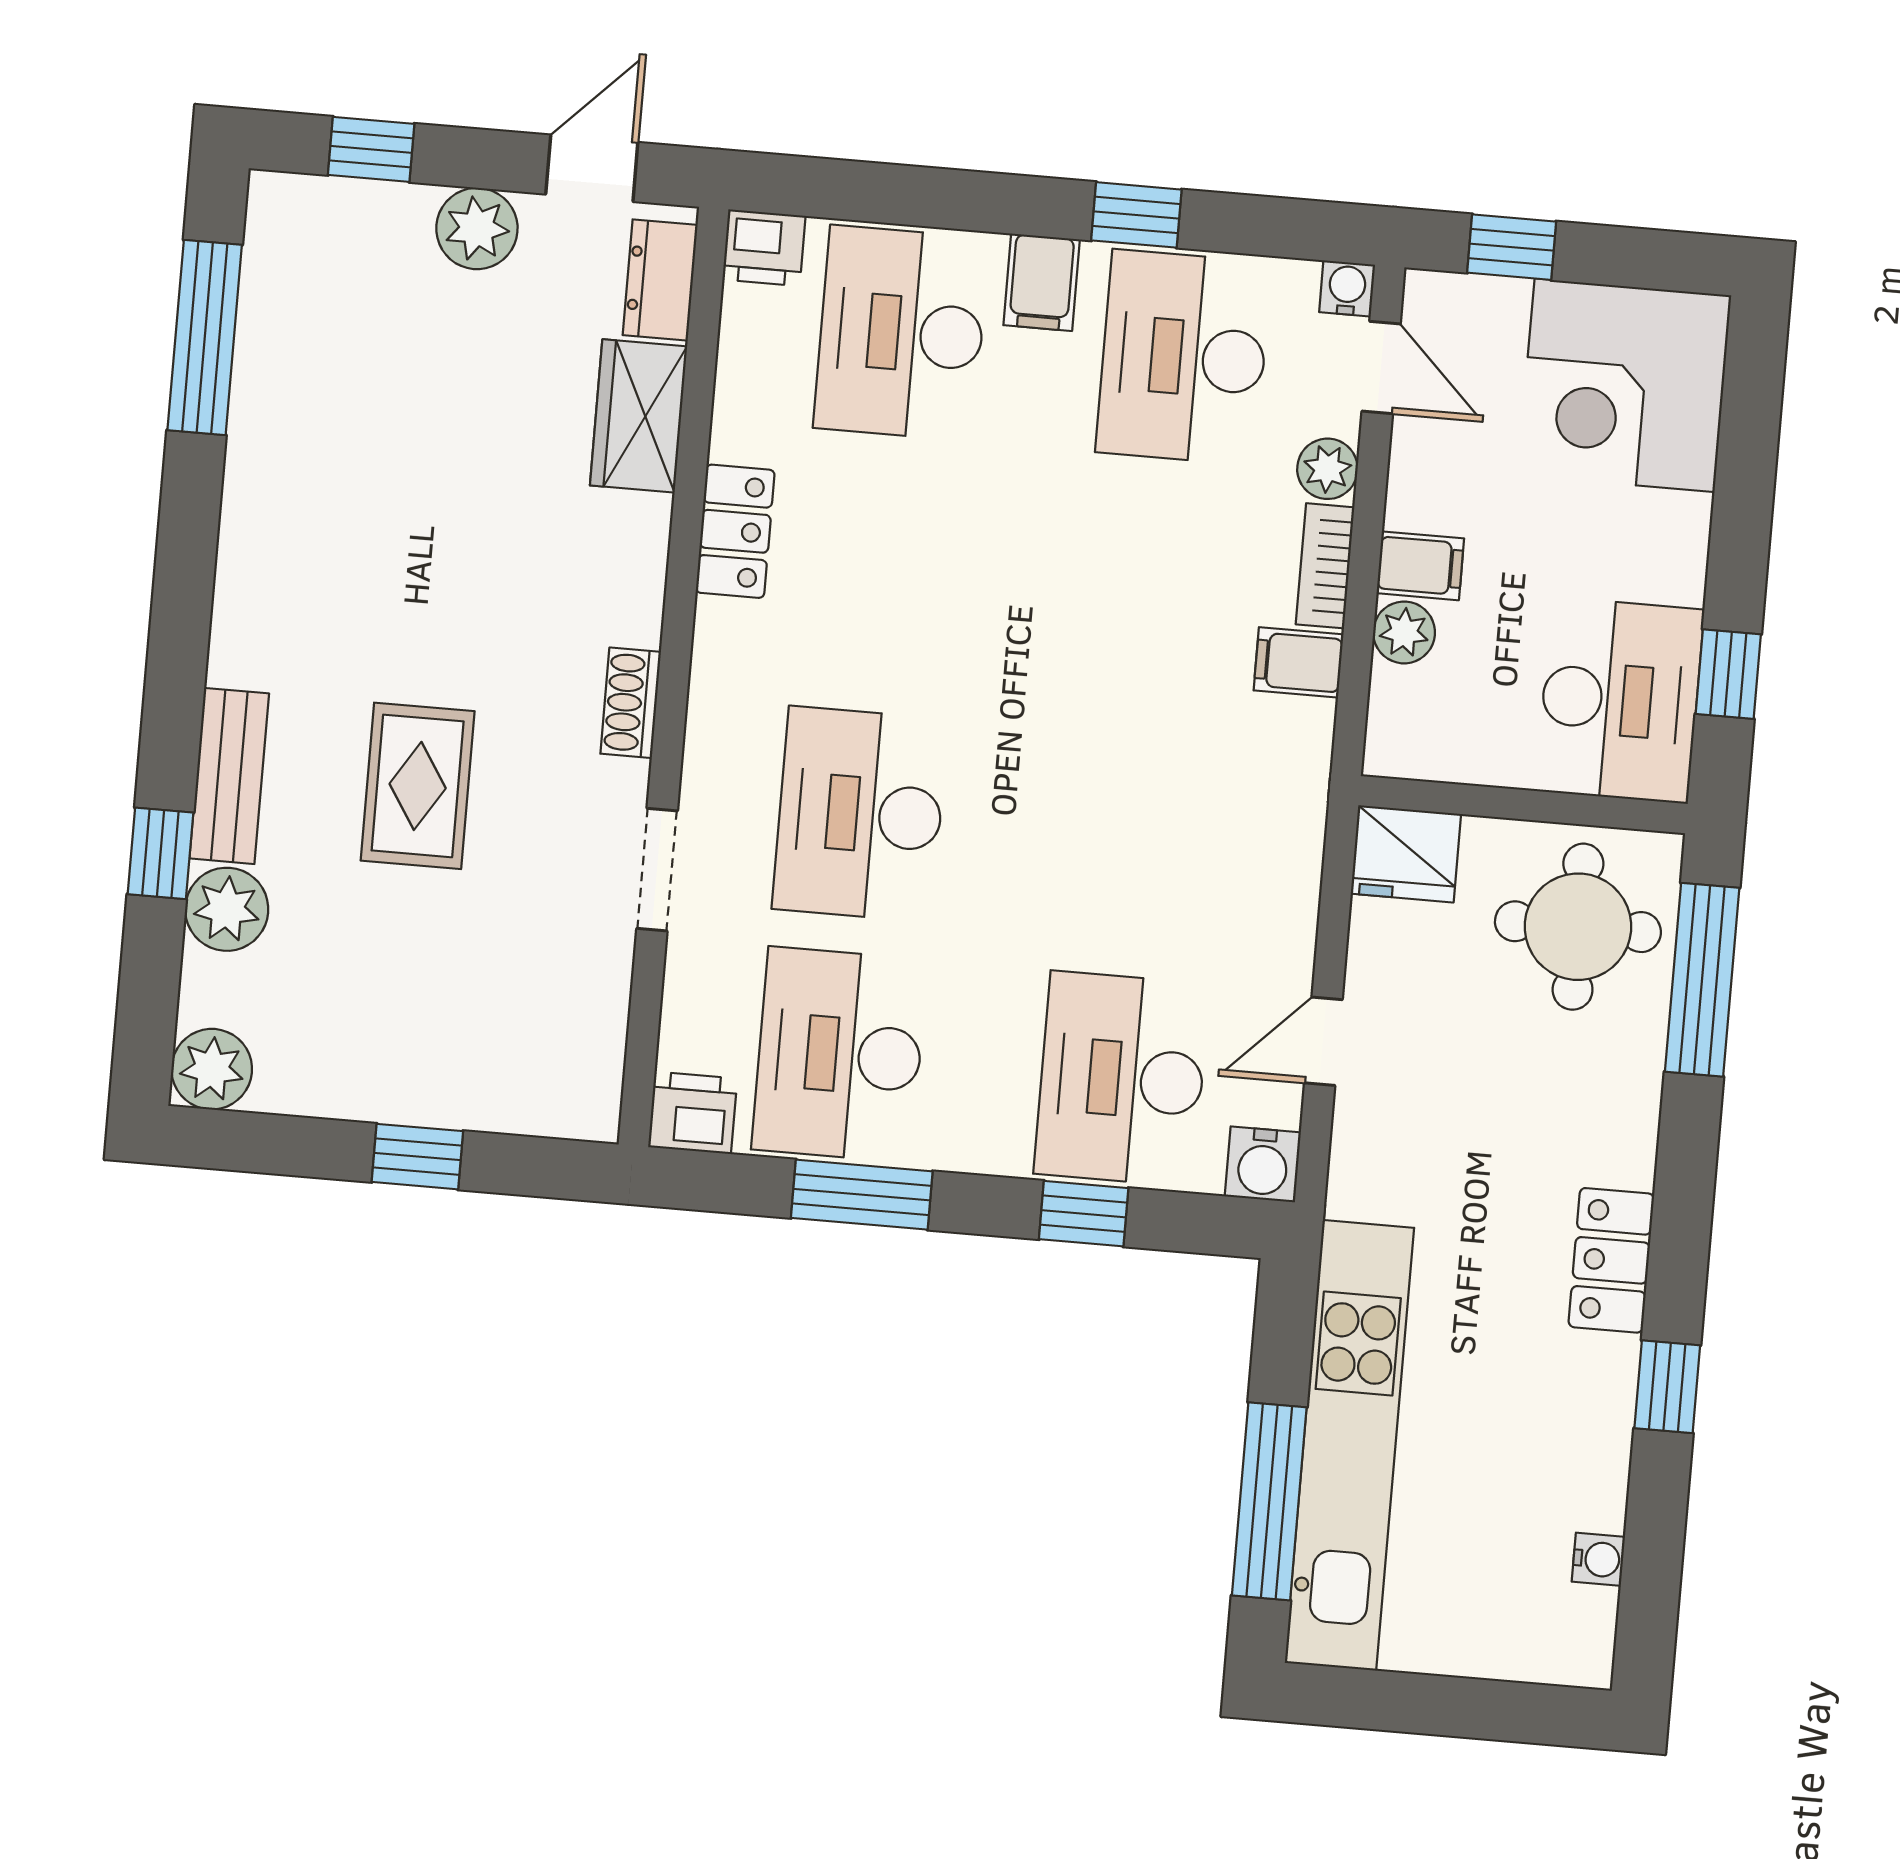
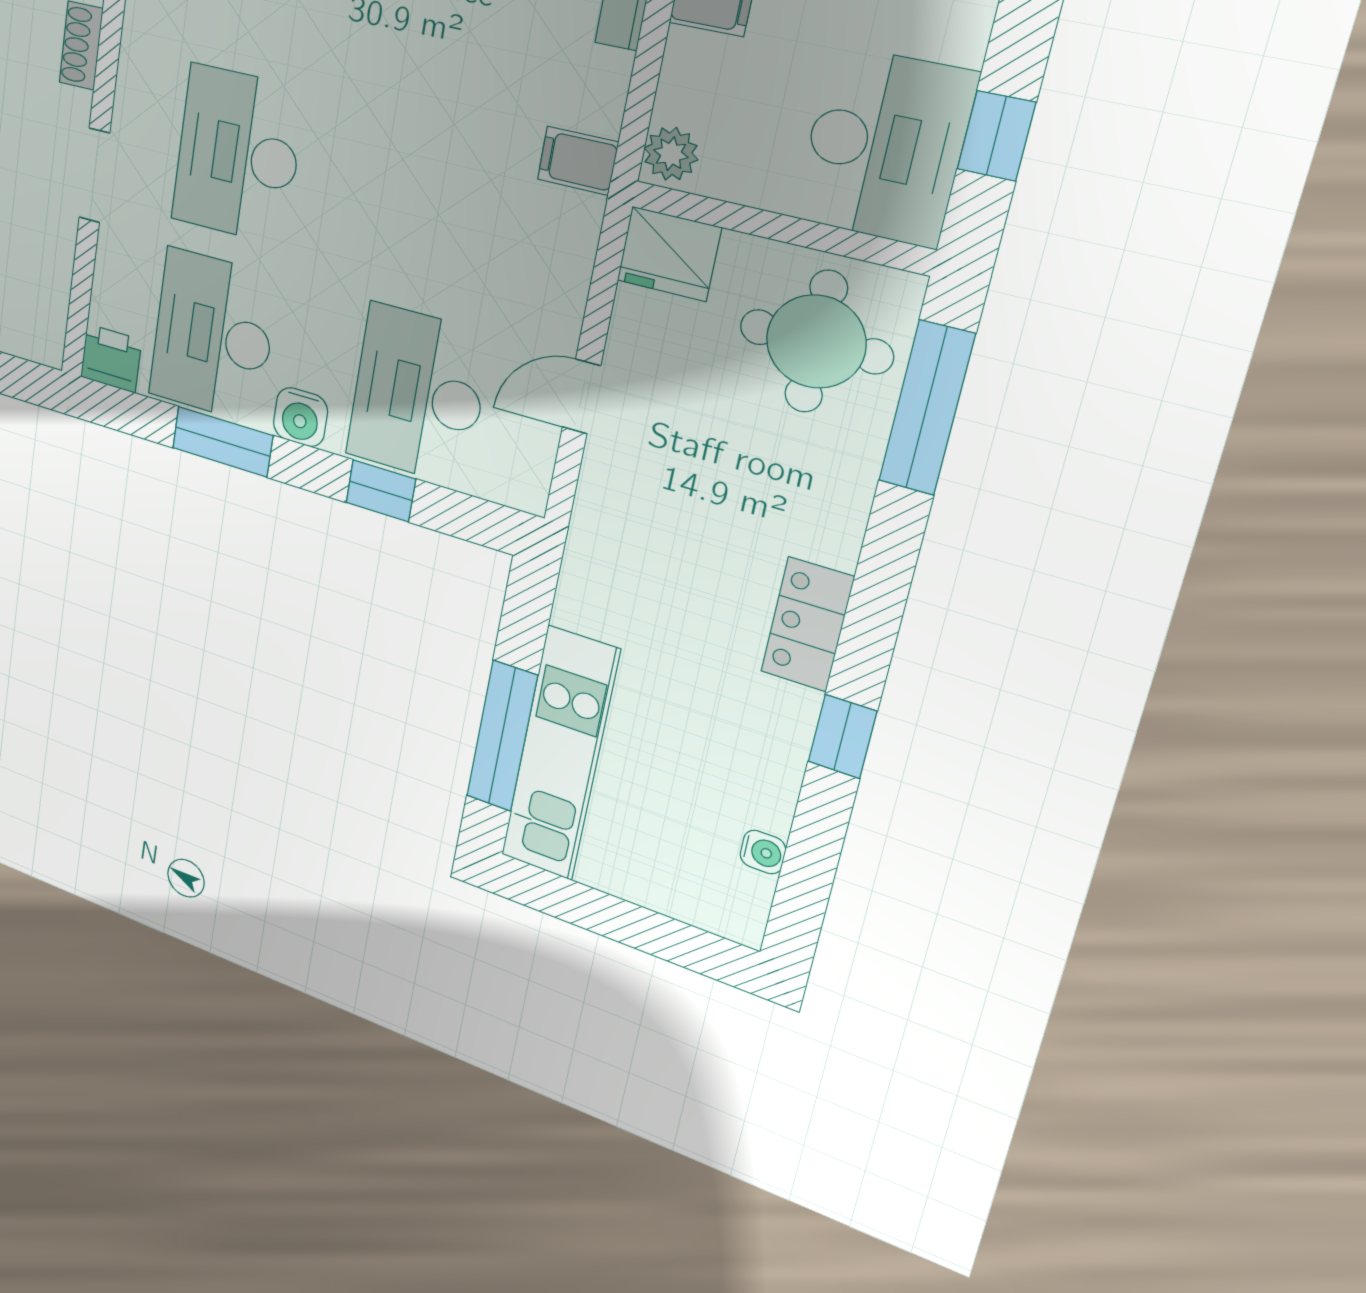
plant: (1404, 632) -> (671, 154), moved
filing cabinet: (1299, 662) -> (578, 161), moved
water cooler: (1263, 1164) -> (300, 417), moved
kitchen unit: (1349, 1445) -> (560, 754), width x0.73

